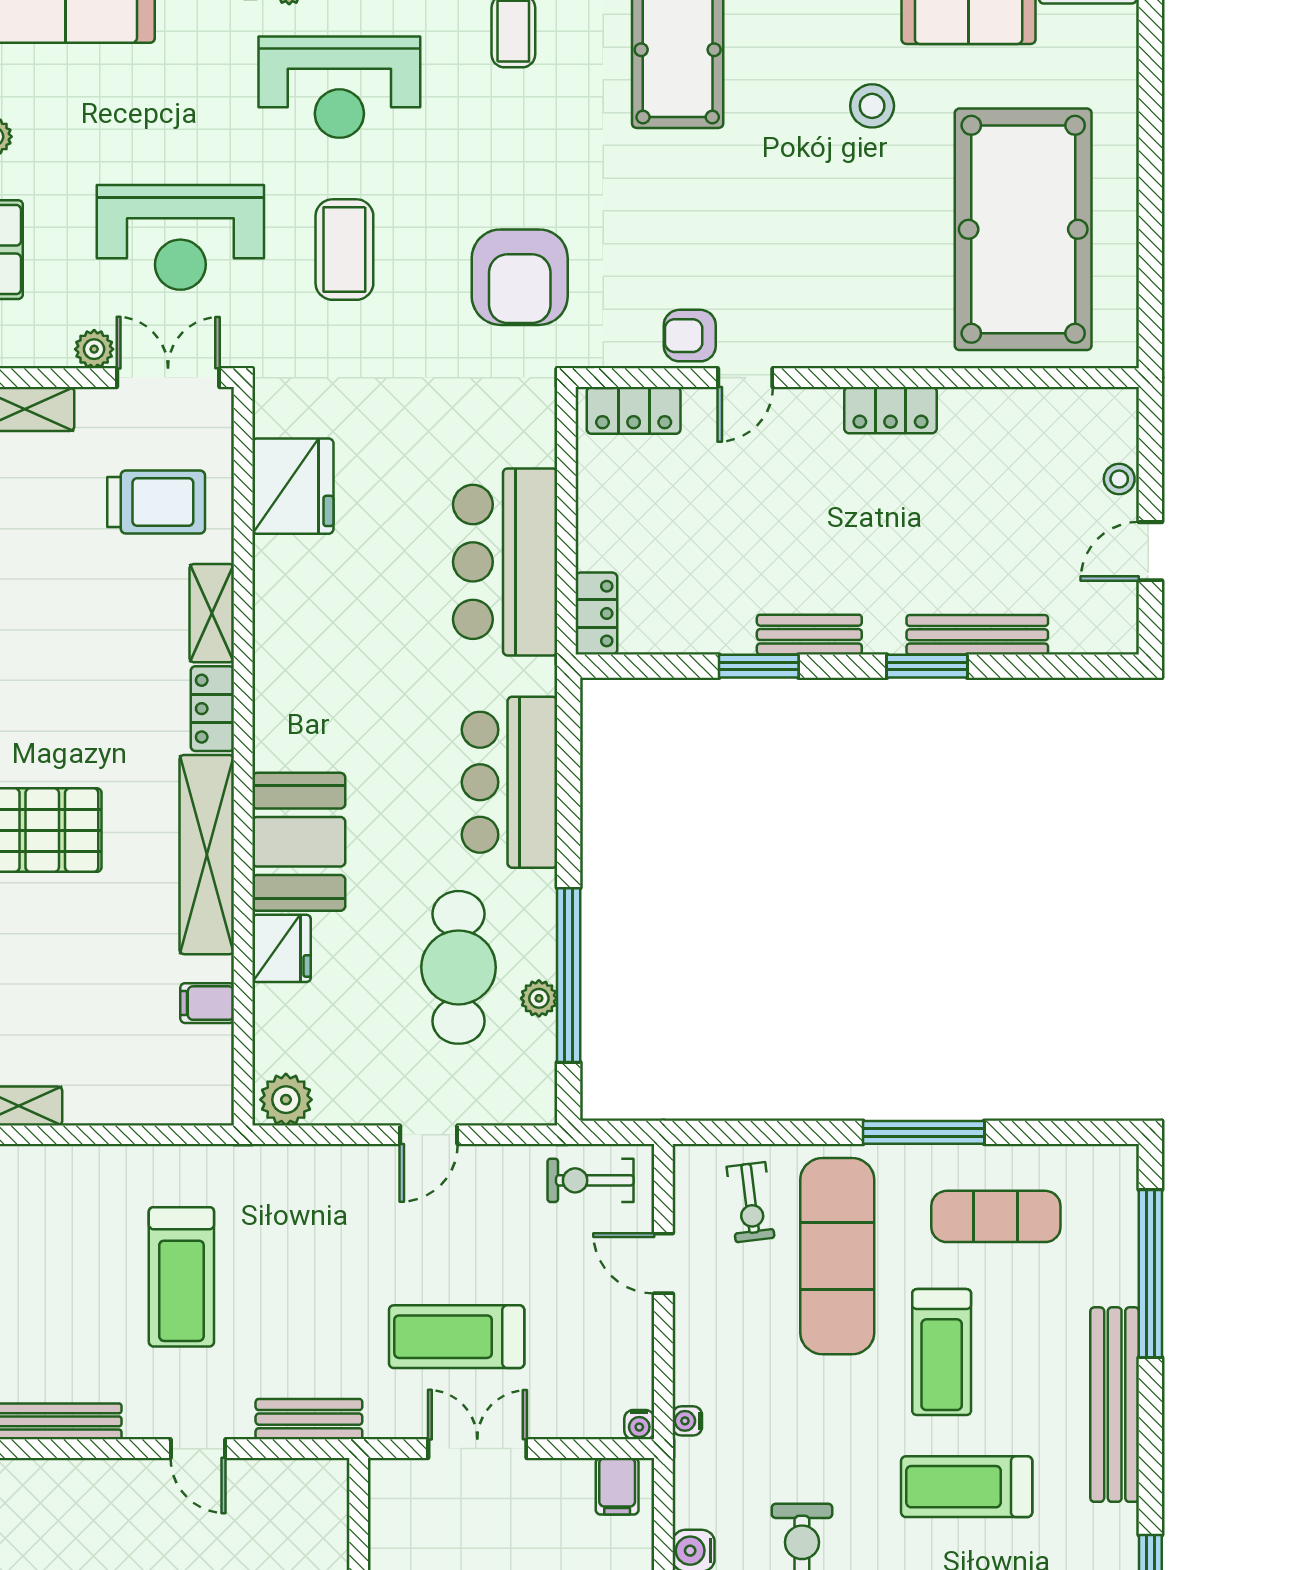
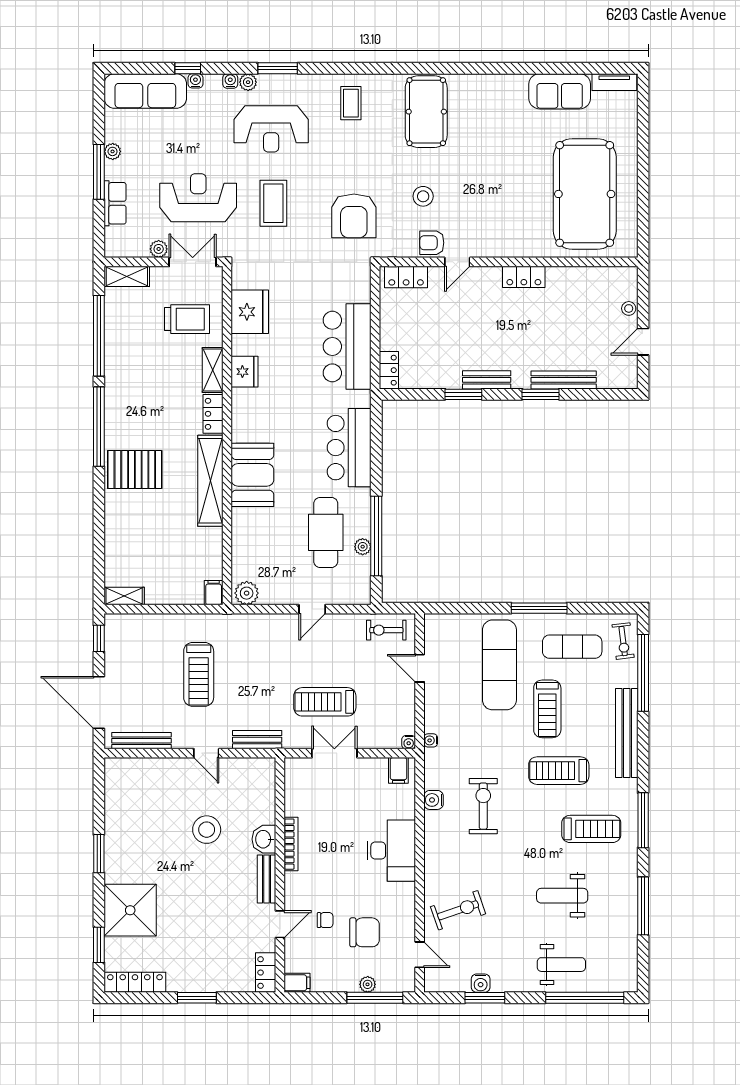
stool: (872, 106) -> (423, 196), moved
reception desk: (180, 237) -> (198, 198), turned 180
fridge: (282, 948) -> (245, 372), moved
filing cabinet: (207, 1003) -> (214, 593), moved, turned 90
exercise bike: (751, 1202) -> (623, 641), moved

